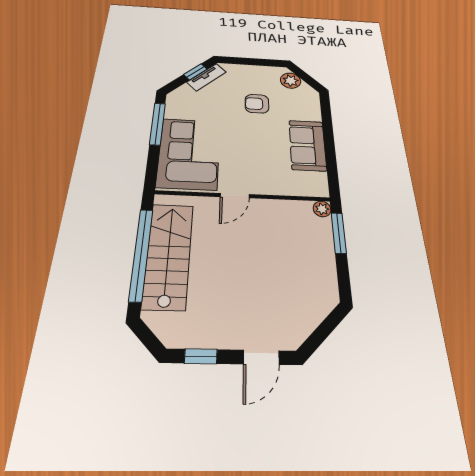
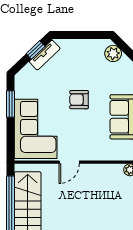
armchair: (257, 104) -> (79, 100), moved
window: (158, 124) -> (10, 104), width x0.69

